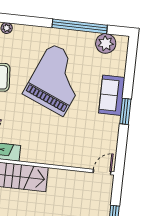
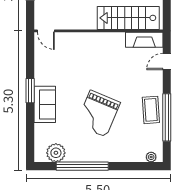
grand piano: (57, 80) -> (98, 114), width x0.73, depth x0.68
door: (102, 172) -> (46, 31), hinge flipped

